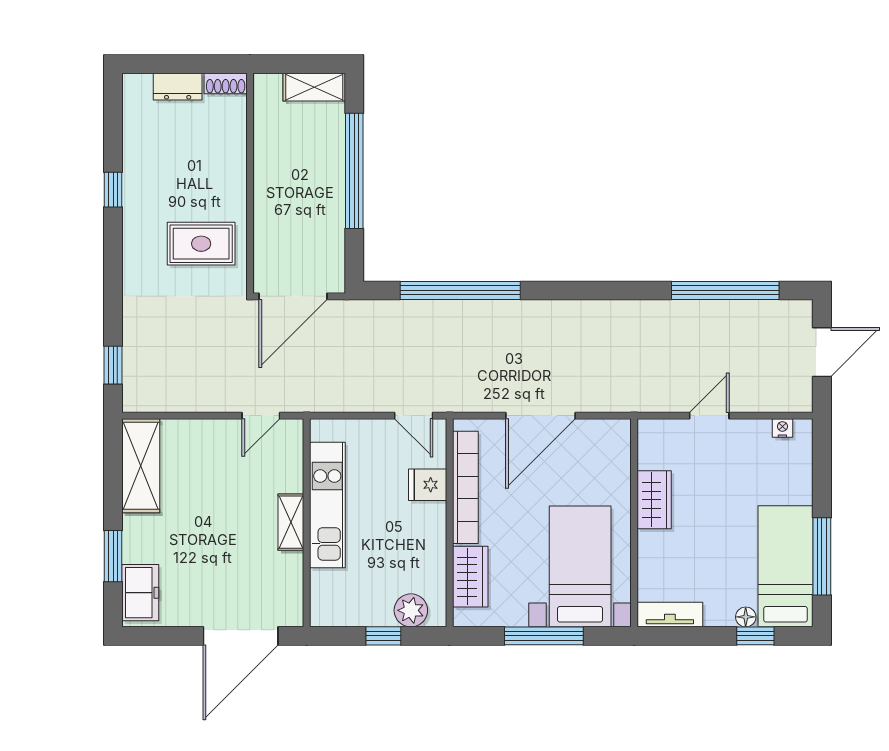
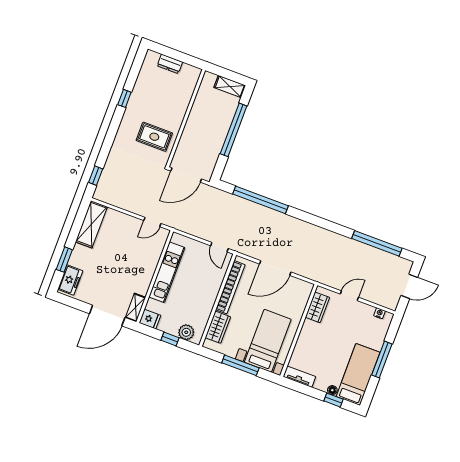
shoe rack: (226, 83) -> (191, 70), removed
fridge: (428, 485) -> (150, 319), moved, turned 180
wardrobe: (654, 500) -> (317, 307), moved
shelving: (291, 522) -> (135, 307), moved
window: (822, 556) -> (382, 359), moved

